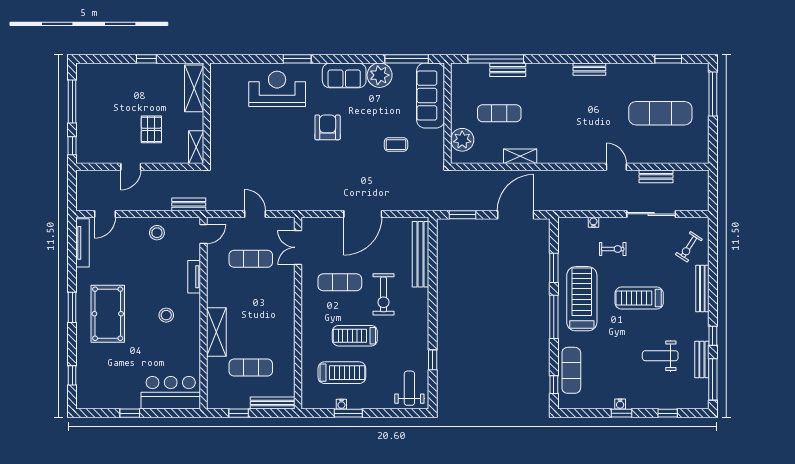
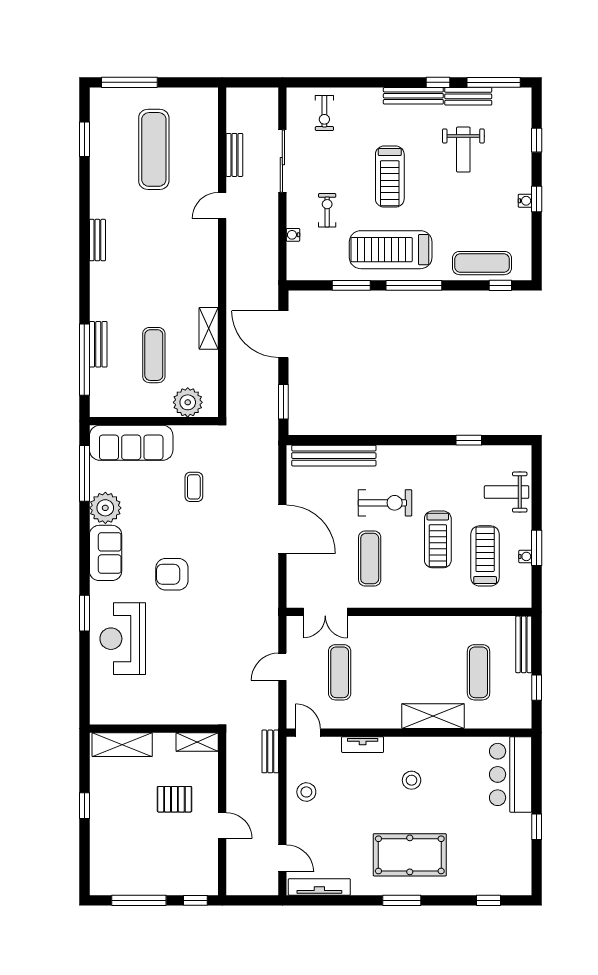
exercise bike: (689, 247) -> (324, 113), turned 57
bench: (702, 289) -> (413, 96), moved
weight bench: (409, 388) -> (507, 492), moved

